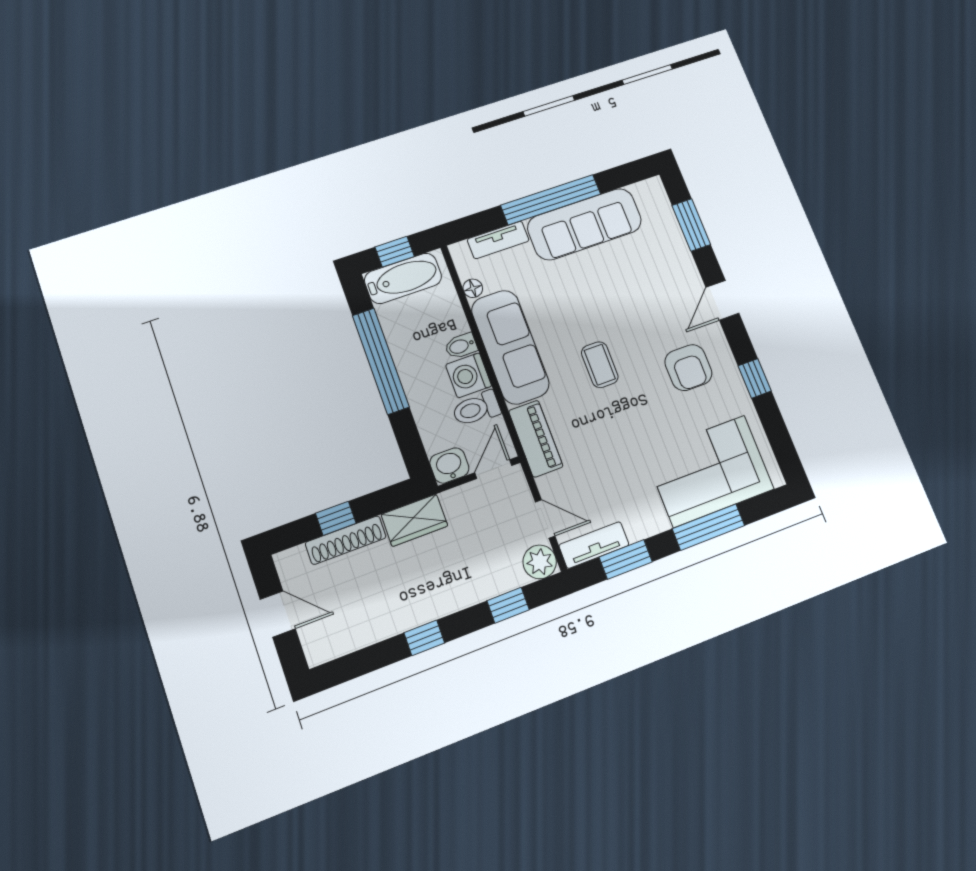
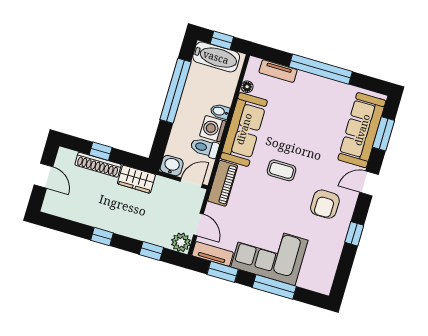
sofa: (585, 224) -> (362, 130), moved, turned 90
coffee table: (600, 365) -> (281, 170), turned 90
corner sofa: (709, 471) -> (269, 254), moved

